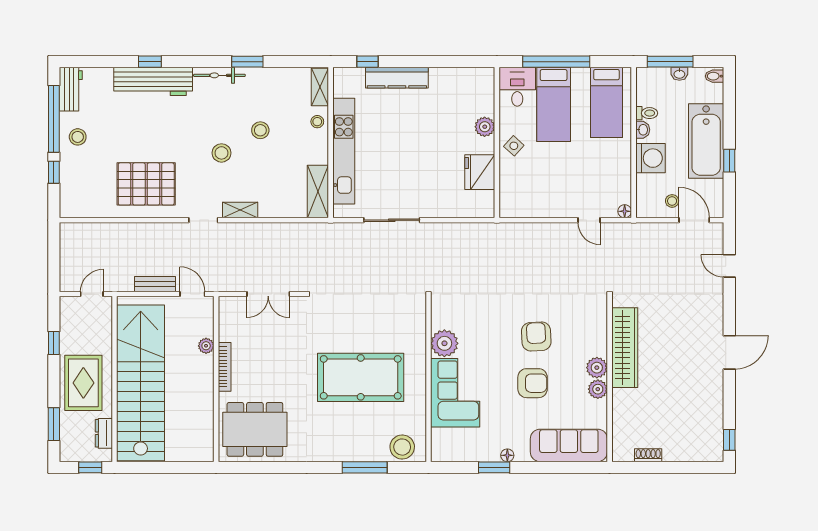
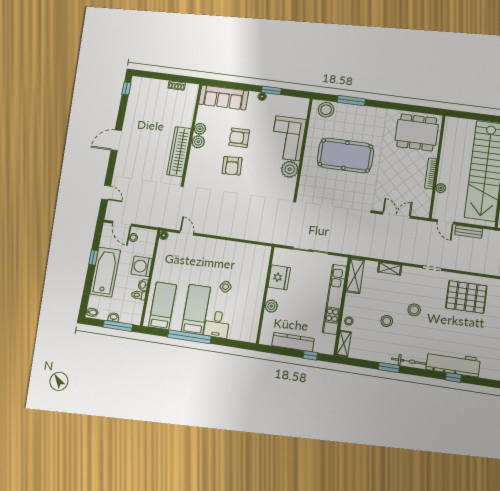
plant: (485, 127) -> (271, 306), moved
wall: (497, 143) -> (265, 295), moved
fridge: (480, 172) -> (279, 277), moved
shelving: (240, 210) -> (390, 269), moved

